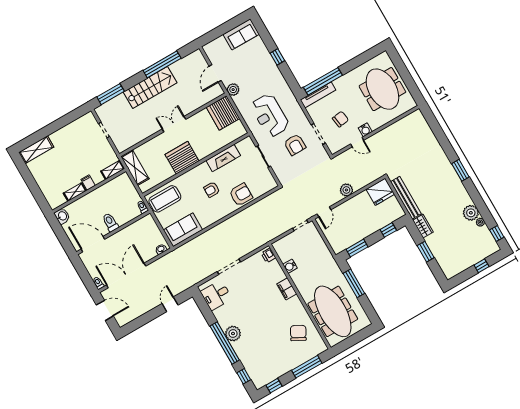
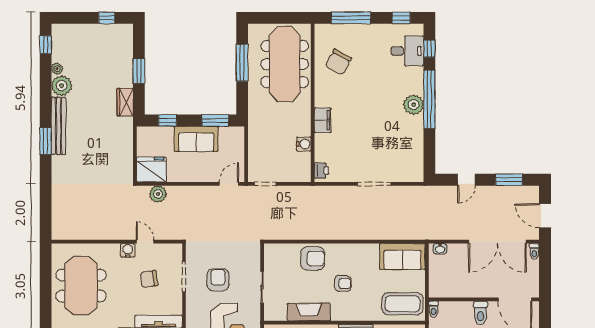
plant: (346, 190) -> (158, 194), moved
armchair: (241, 195) -> (313, 258), turned 180
bench: (406, 198) -> (58, 126), moved
sofa: (362, 229) -> (196, 139), added
window: (482, 266) -> (107, 18), moved
window: (354, 283) -> (242, 63), moved
desk: (216, 295) -> (407, 51), moved
window: (142, 320) -> (509, 180), added

